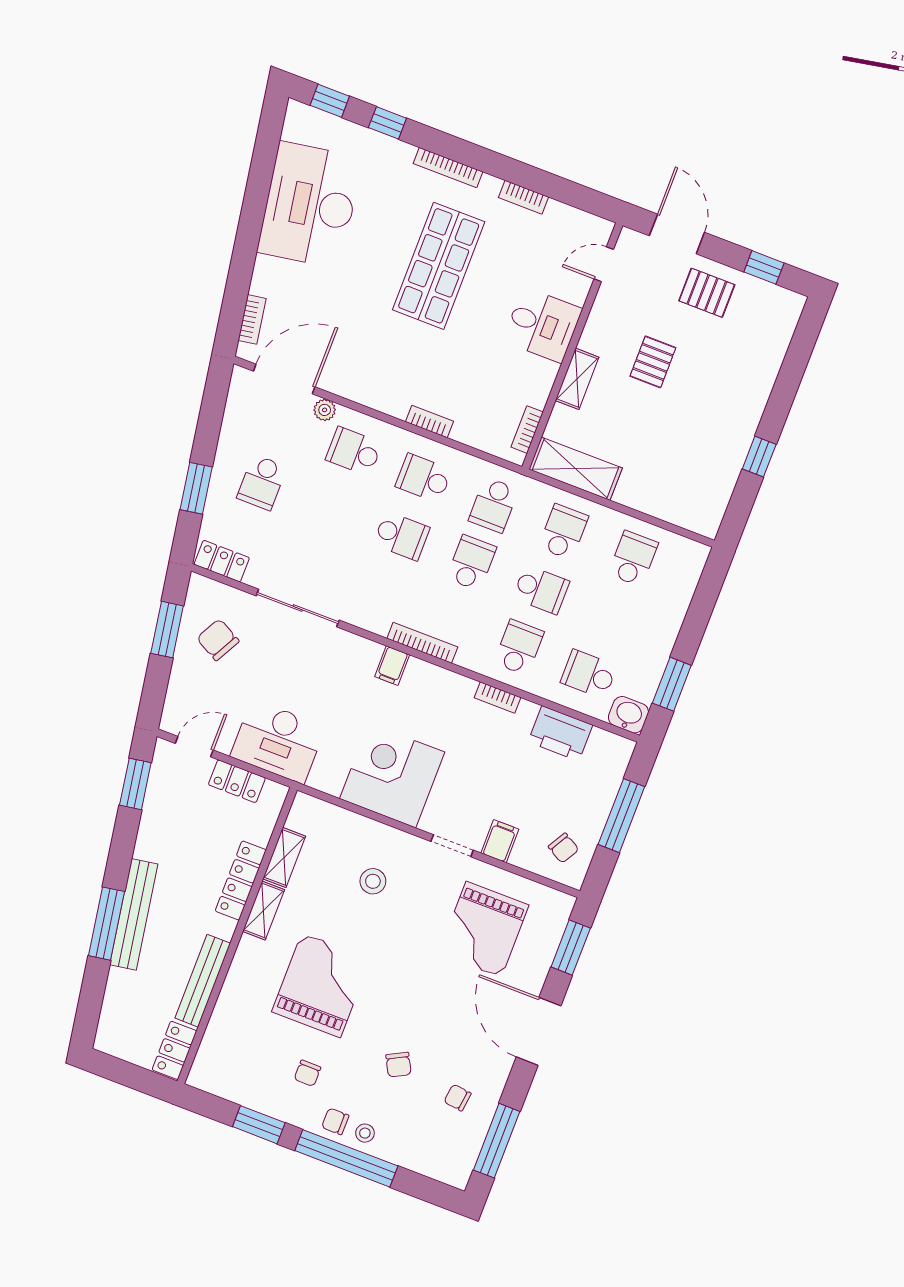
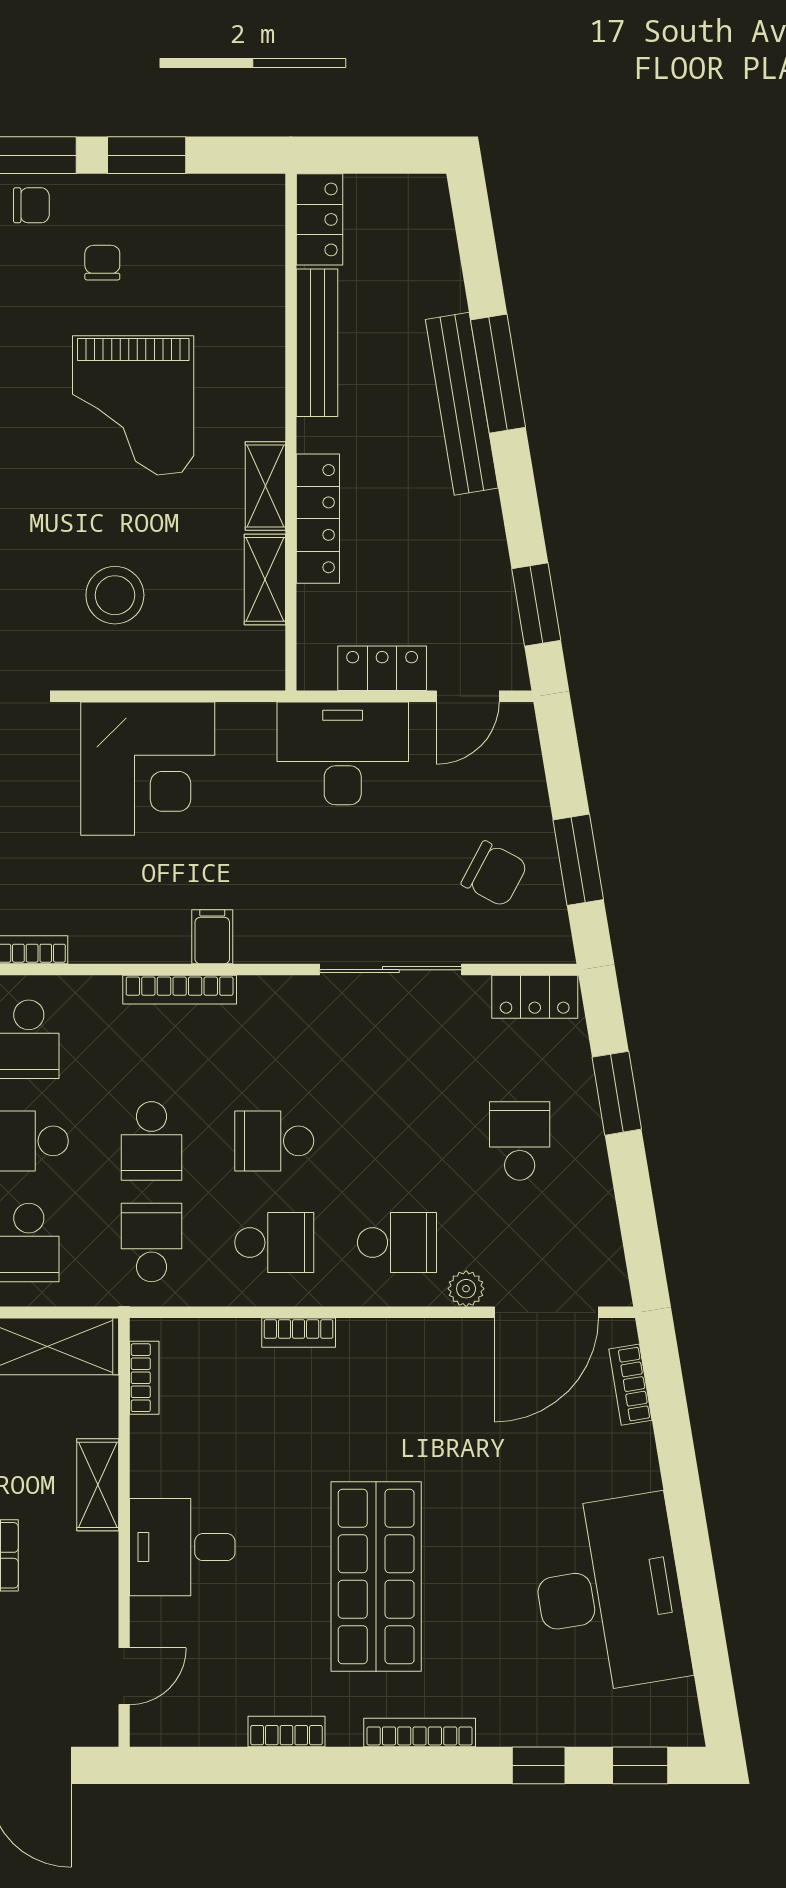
stool: (373, 881) -> (115, 595), width x1.38, depth x1.38

